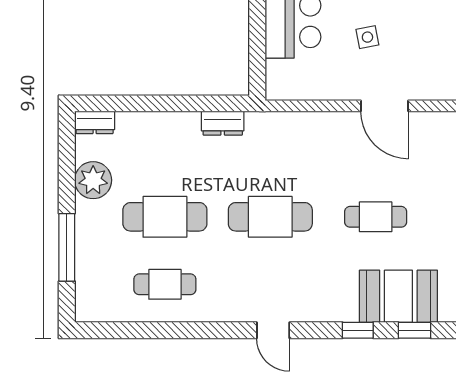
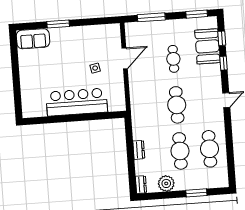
dresser: (223, 123) -> (139, 150), moved
window: (67, 247) -> (196, 193), width x0.69
cafe table: (165, 284) -> (209, 149), width x1.37, depth x1.35

